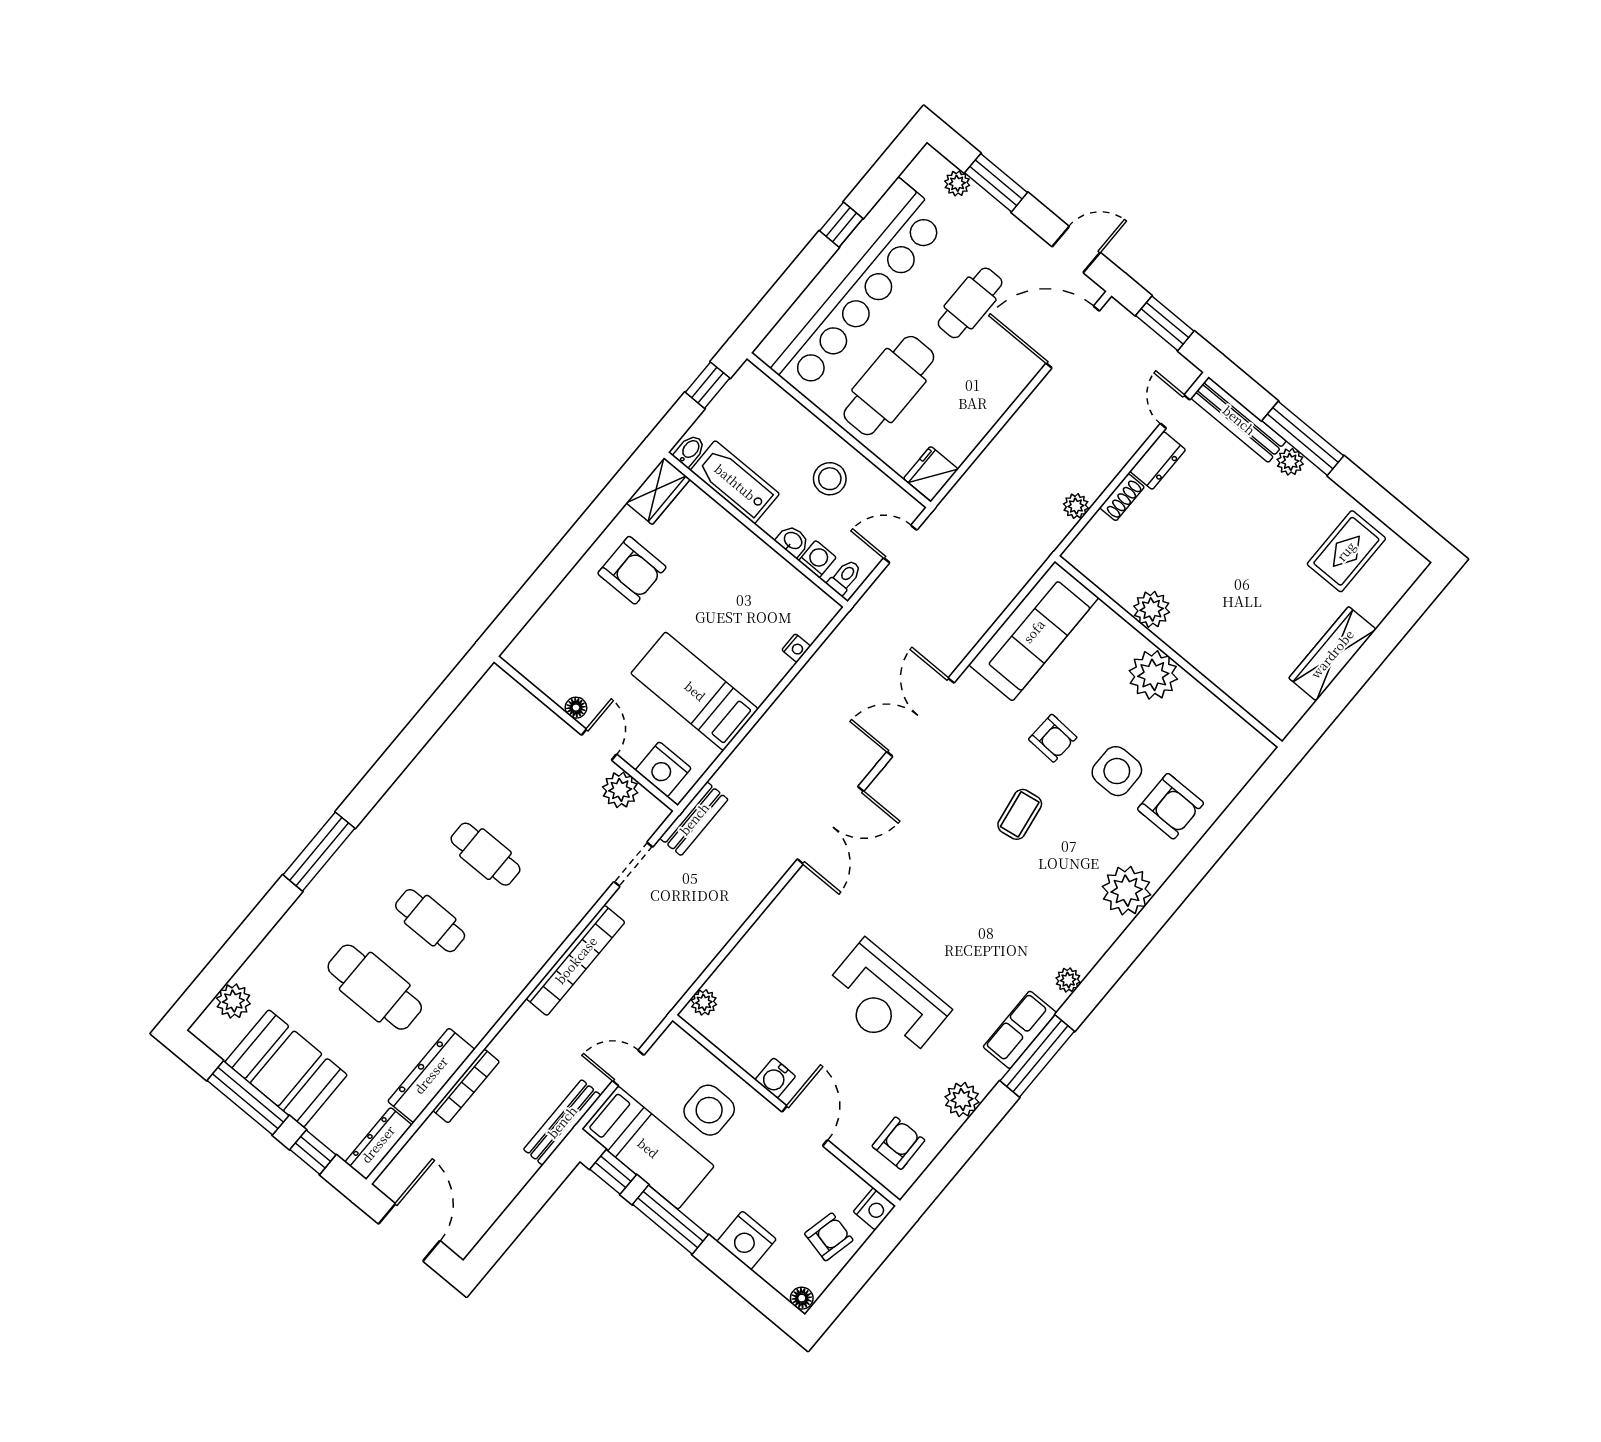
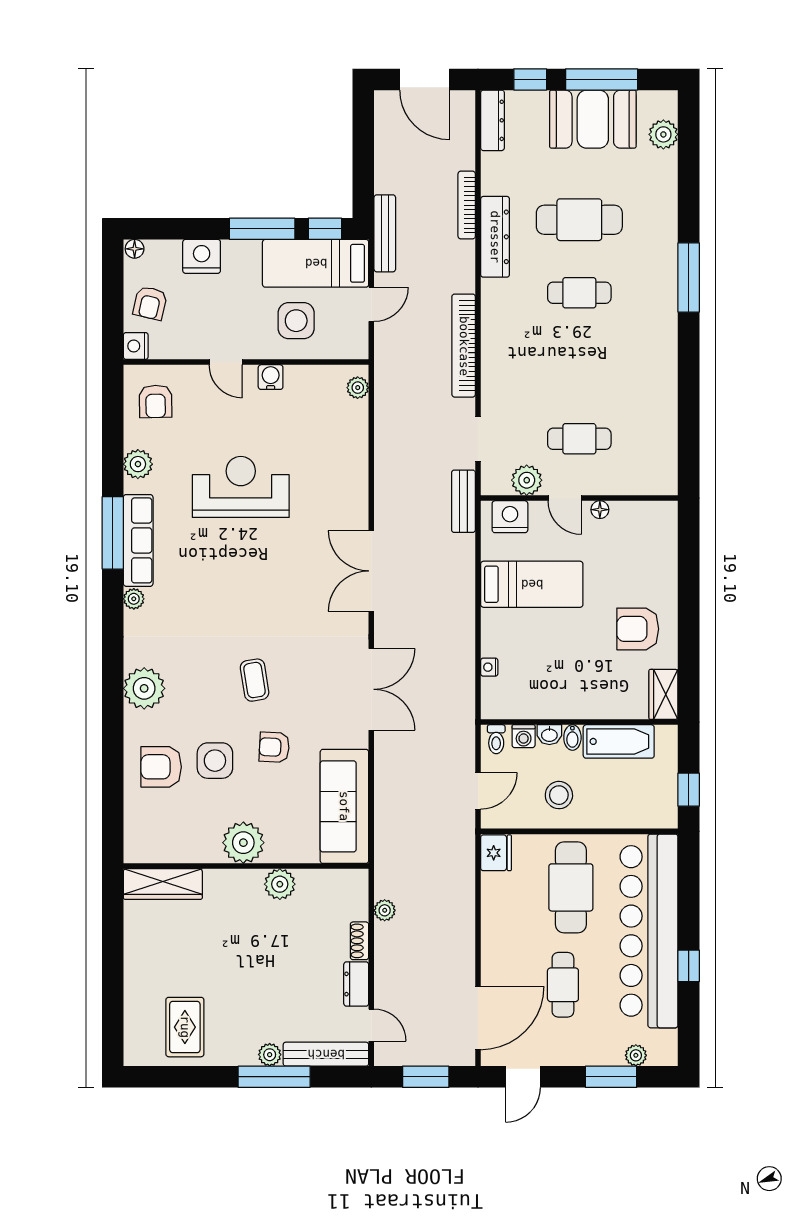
bidet: (689, 451) -> (572, 737), moved
wardrobe: (1332, 654) -> (163, 884), moved, turned 90
cafe table: (486, 854) -> (579, 439), moved
row of seats: (1020, 1030) -> (138, 540), width x1.48
dresser: (431, 1075) -> (495, 237), moved
door: (805, 1126) -> (226, 362), width x0.73

